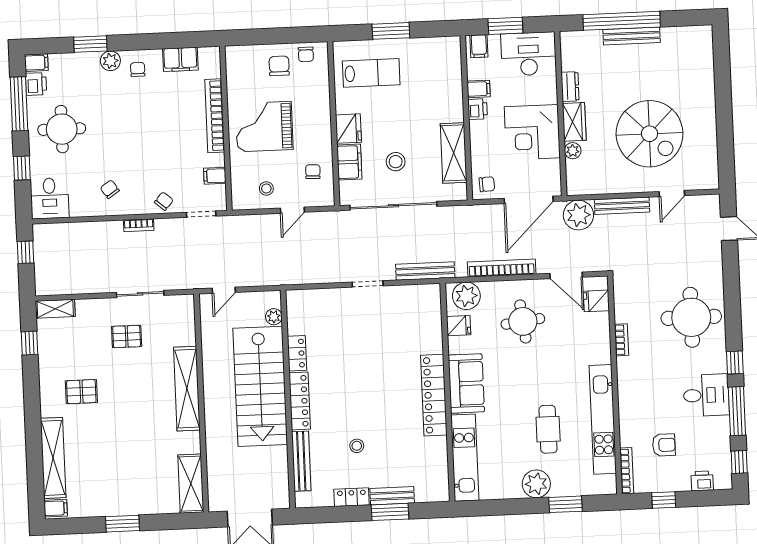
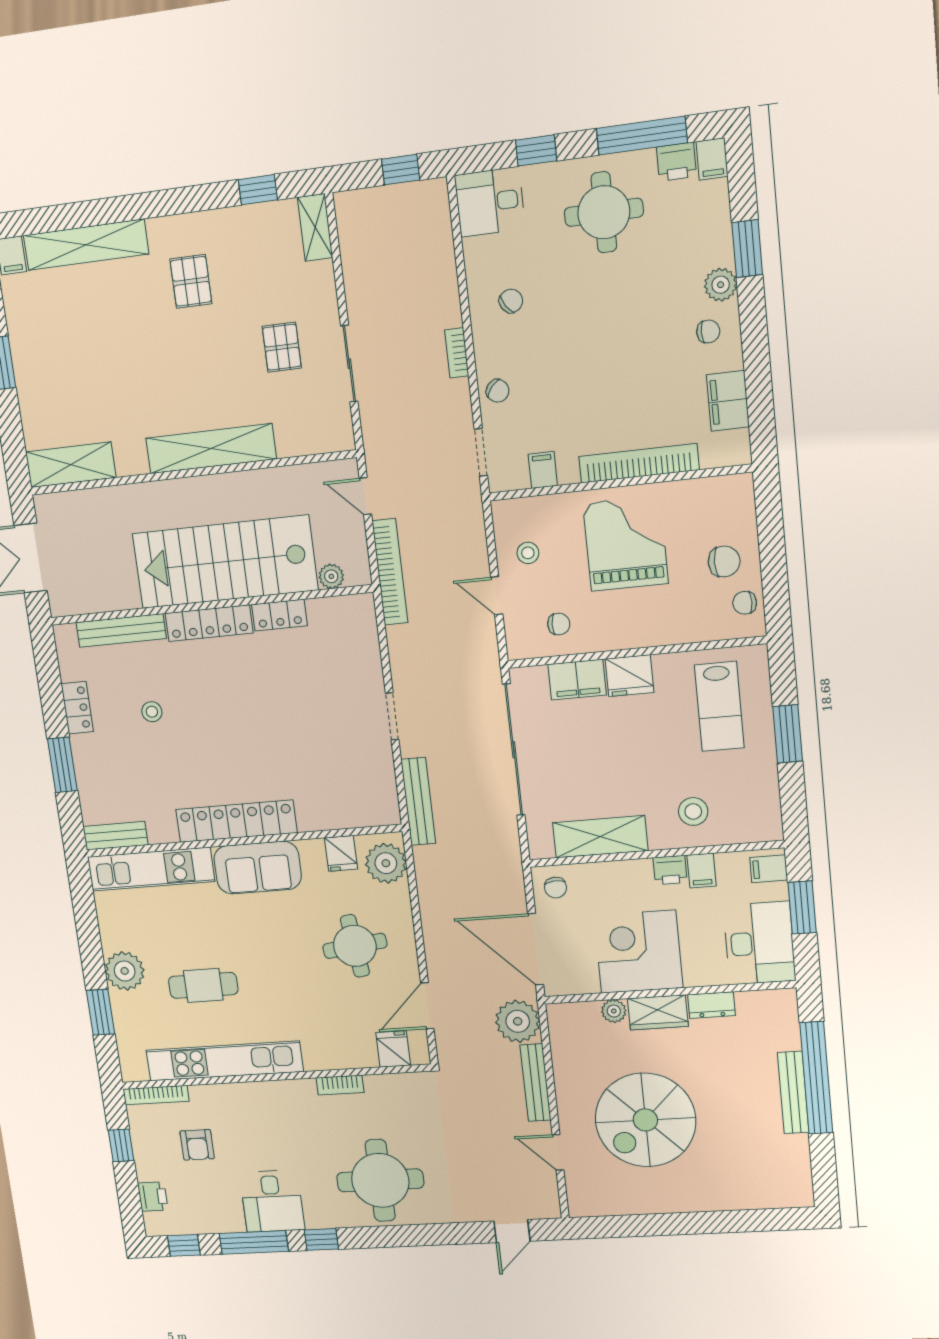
stool: (396, 162) -> (693, 811), moved
bookcase: (502, 268) -> (390, 572), moved
bench: (392, 496) -> (115, 836), moved, turned 90

